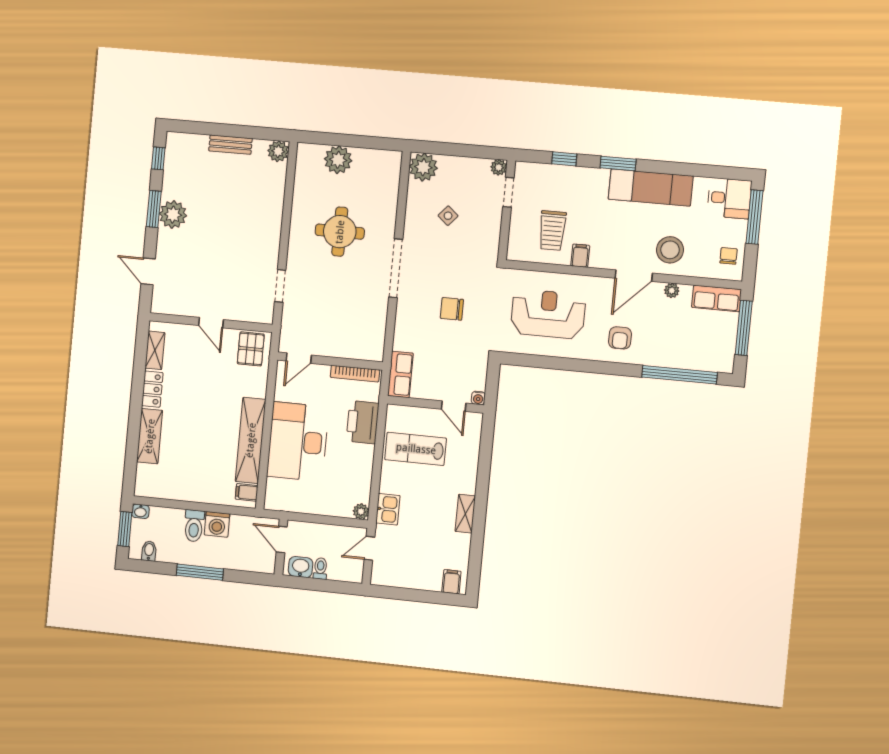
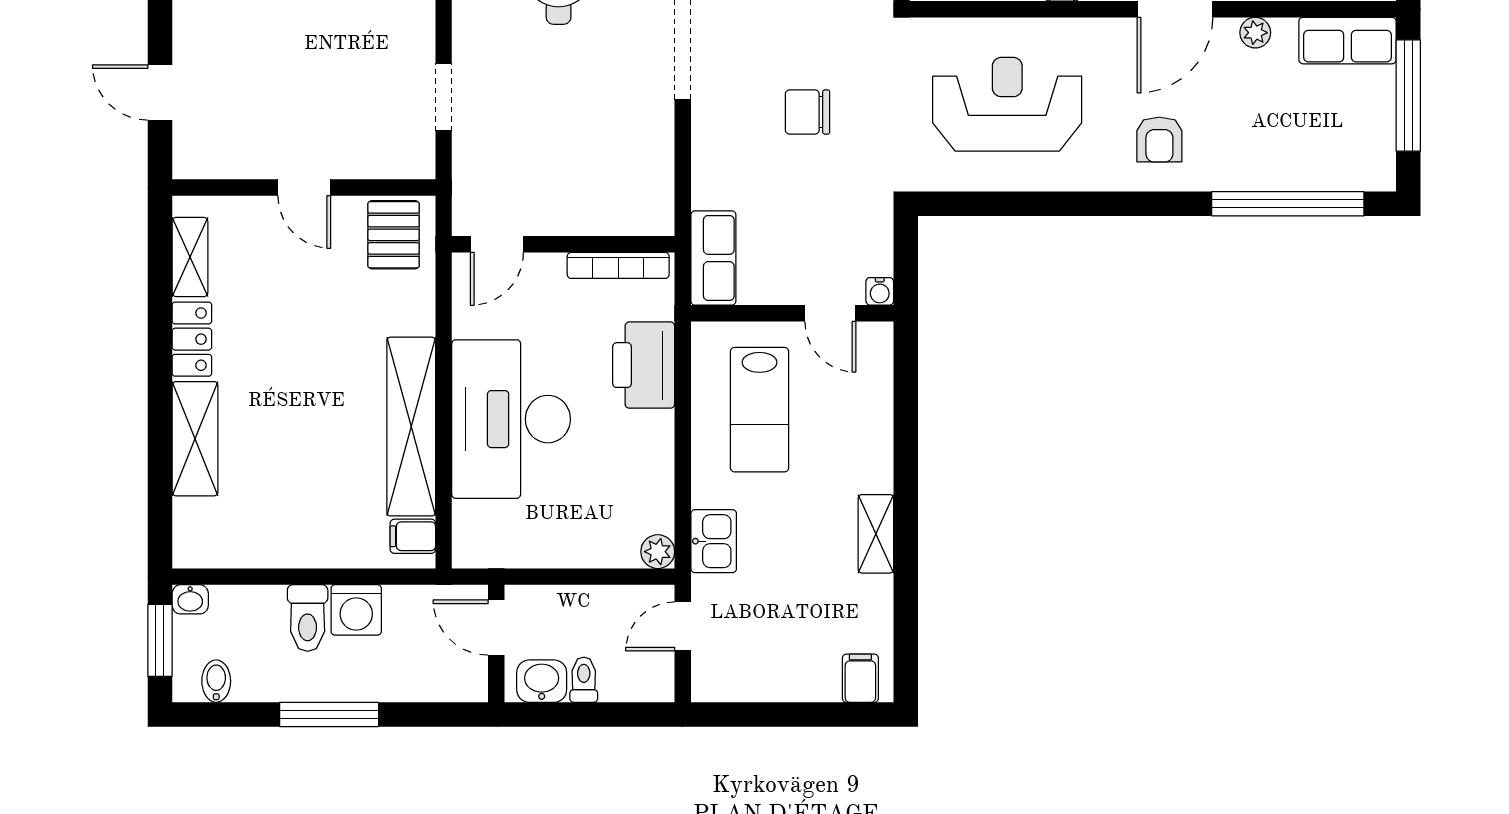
lab bench: (416, 449) -> (760, 410), turned -90

